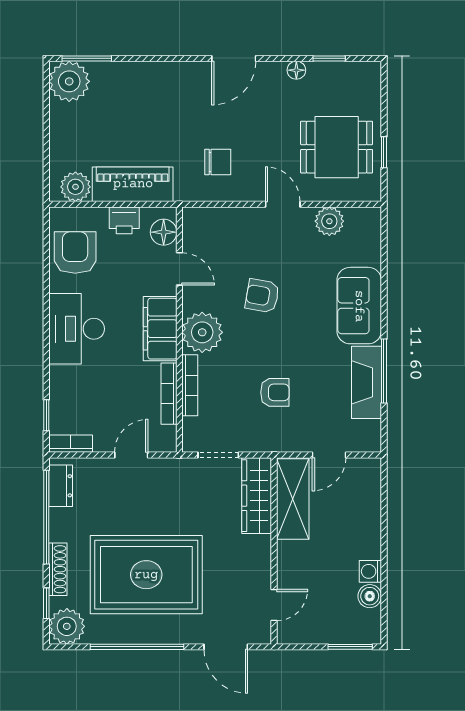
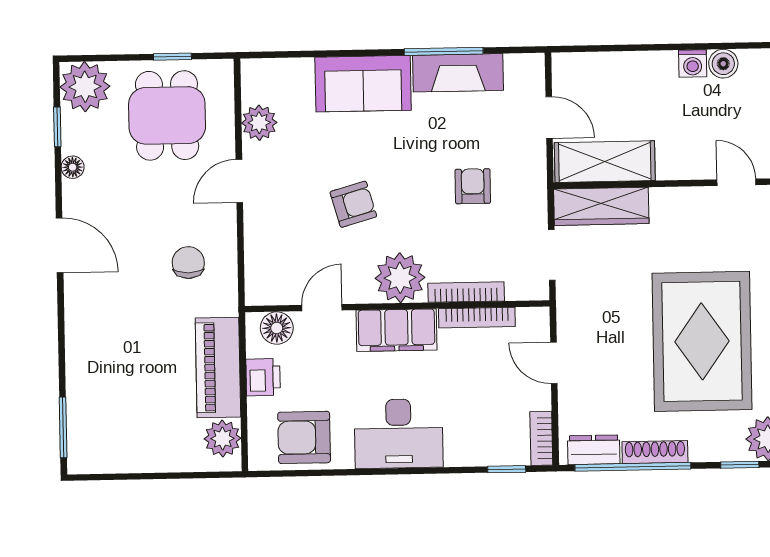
plant: (69, 81) -> (85, 87), moved
armchair: (262, 296) -> (353, 204), turned -116
shoe rack: (58, 569) -> (655, 452), moved

